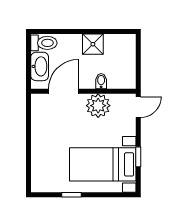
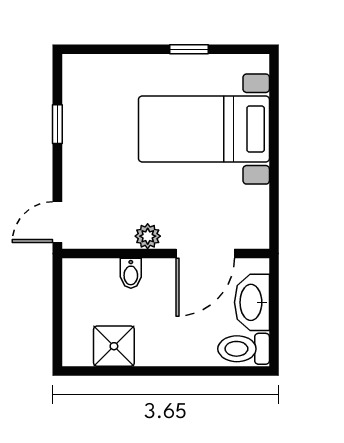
shower: (93, 44) -> (114, 346), moved
plant: (98, 106) -> (148, 236), width x0.53, depth x0.53
bed with nightstands: (103, 164) -> (204, 129), moved, turned 180

